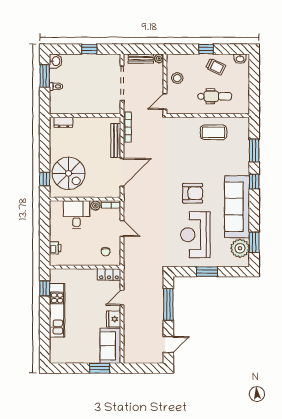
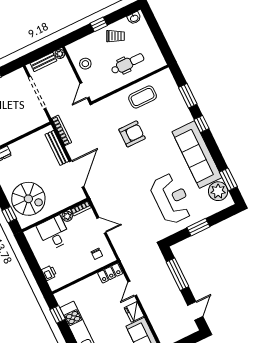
armchair: (193, 193) -> (132, 134), moved
reception desk: (195, 235) -> (171, 199), turned 180

